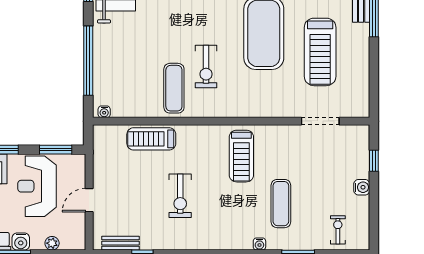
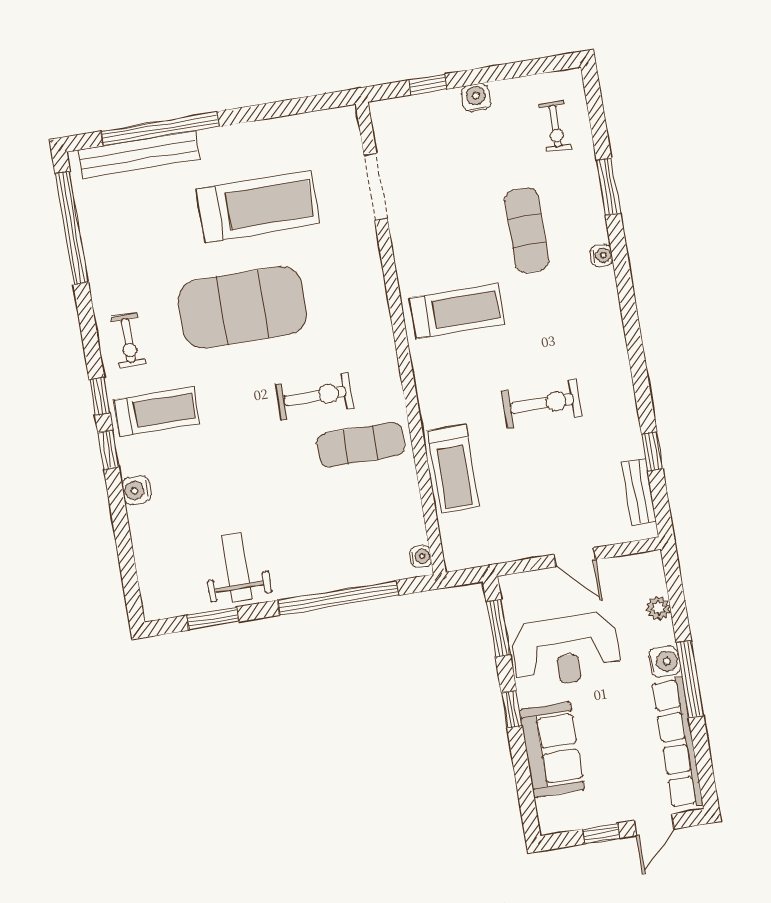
exercise mat: (281, 204) -> (527, 230), turned 90
exercise bike: (338, 230) -> (555, 126), turned -90

